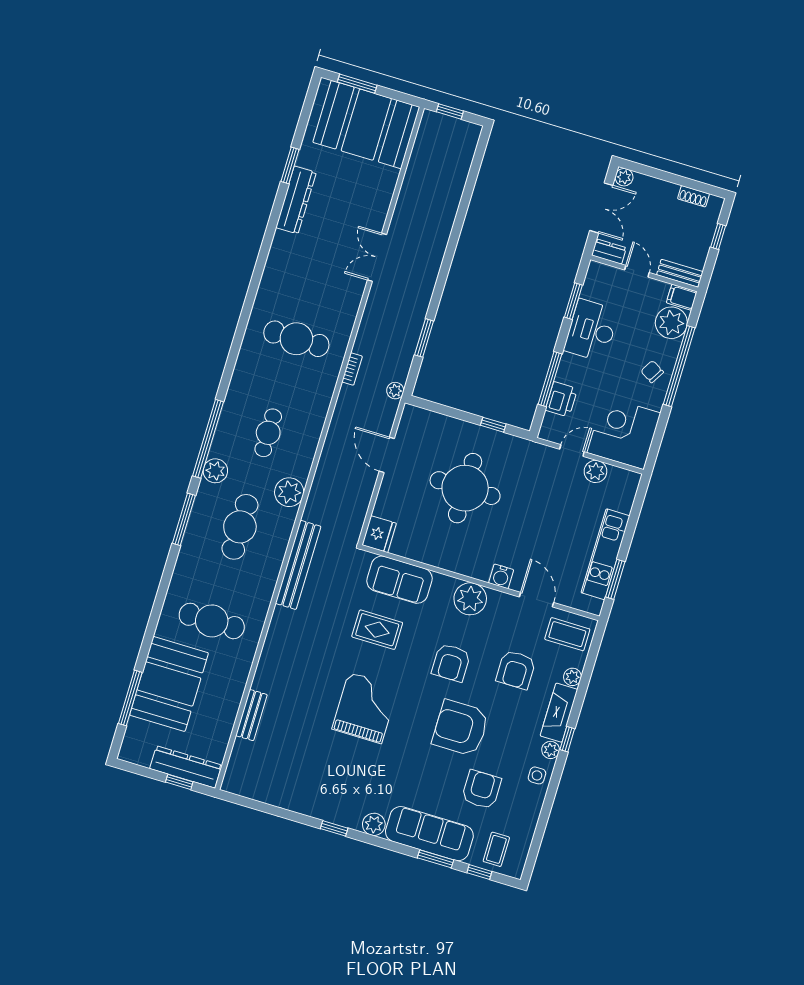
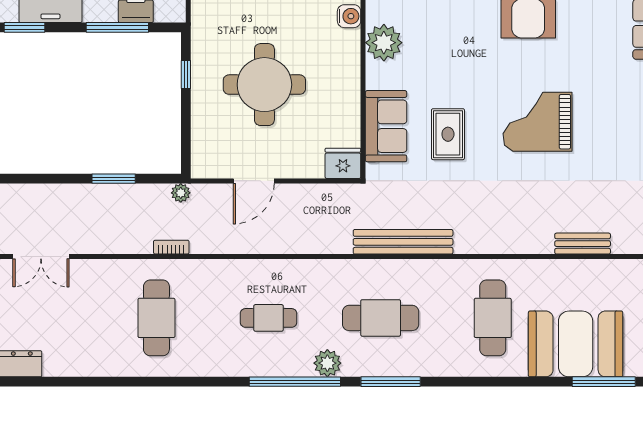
plant: (289, 492) -> (327, 275), removed
armchair: (451, 663) -> (460, 43), removed

